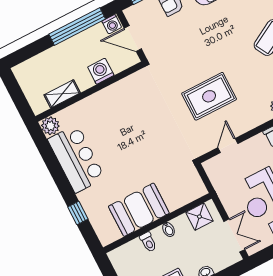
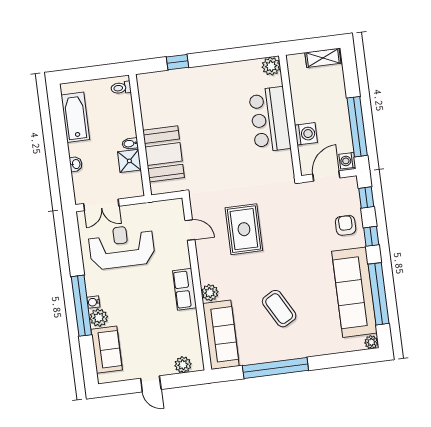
shelving: (62, 94) -> (323, 58), moved, turned 90
bar counter: (76, 159) -> (270, 119), moved, turned 90
booth: (139, 210) -> (163, 154), moved
shower: (199, 217) -> (129, 161), moved
toilet: (148, 242) -> (121, 88), moved

